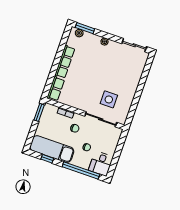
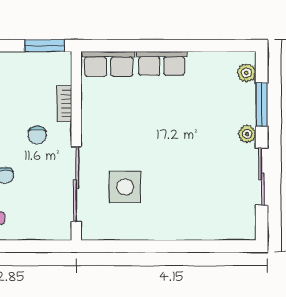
window: (85, 28) -> (262, 105), moved
sliding door: (134, 45) -> (262, 177), moved
row of seats: (65, 62) -> (162, 63), width x0.68

